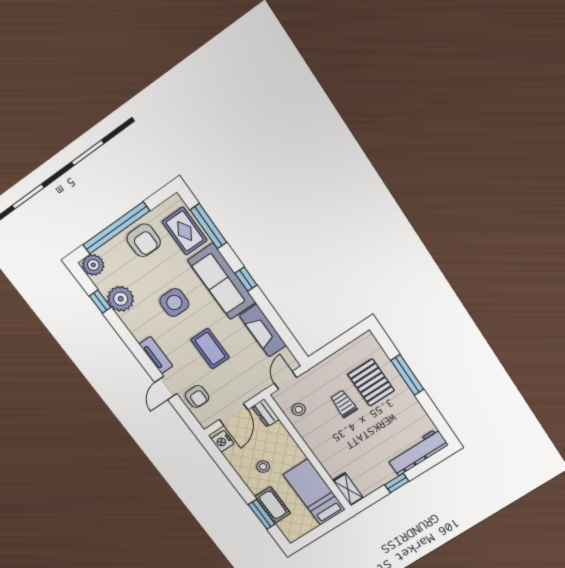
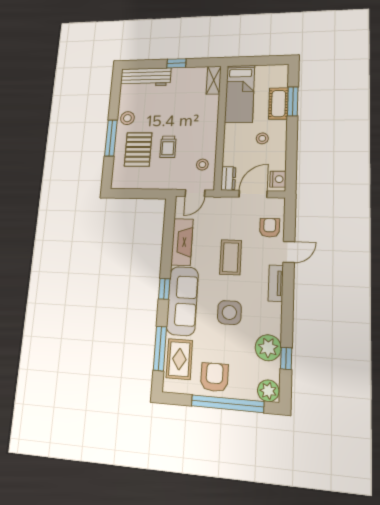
stool: (405, 404) -> (127, 118), added

